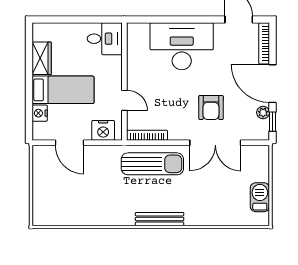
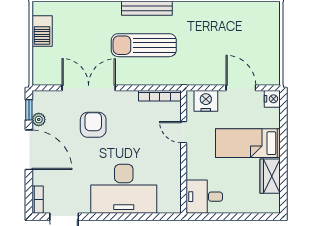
bookcase: (264, 43) -> (38, 200), width x0.64
nightstand: (40, 113) -> (272, 99), moved
sun lounger: (152, 164) -> (144, 45), moved

